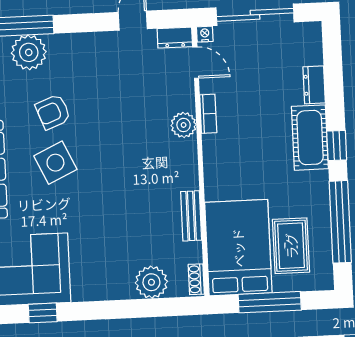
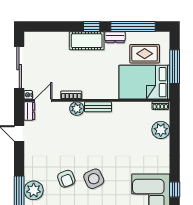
dresser: (314, 85) -> (115, 37), moved
bench: (191, 216) -> (98, 107), moved

